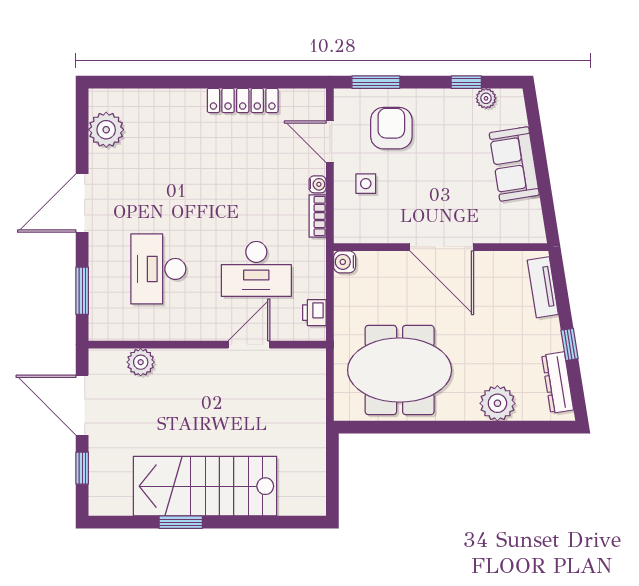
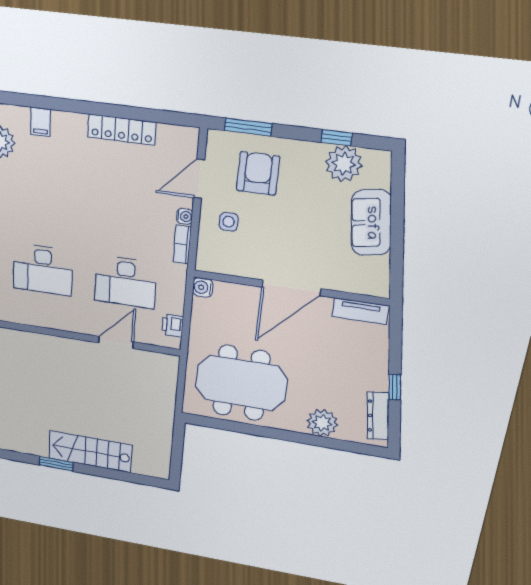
plant: (486, 98) -> (344, 164), width x1.88, depth x1.88
filing cabinet: (152, 103) -> (40, 122), added
door: (330, 142) -> (199, 179), hinge flipped
door: (442, 247) -> (291, 288), hinge flipped
desk: (158, 269) -> (43, 269), turned -90
tv unit: (543, 287) -> (360, 311), moved, turned -81
plant: (141, 362) -> (27, 342), removed
stairs: (205, 486) -> (90, 452), width x0.73, depth x0.66

